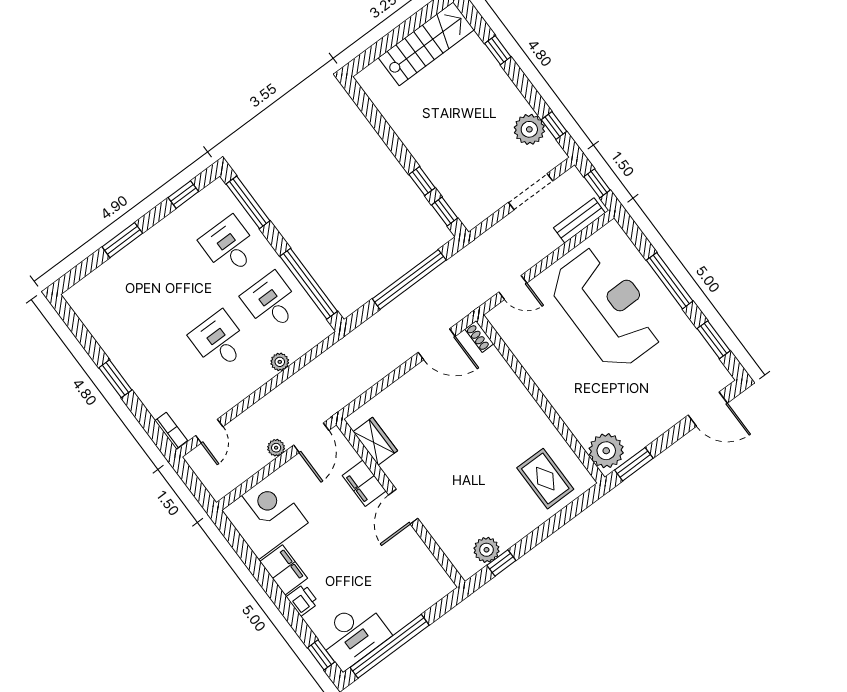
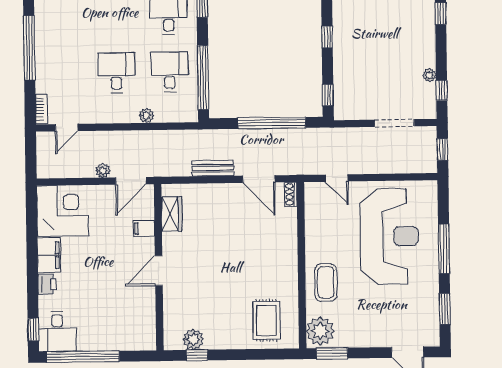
plant: (529, 129) -> (429, 75), width x0.53, depth x0.53
window: (422, 181) -> (327, 37), moved
bench: (579, 220) -> (213, 168), moved
window: (115, 379) -> (29, 48), width x2.11
coffee table: (577, 399) -> (326, 282), added
filing cabinet: (364, 483) -> (144, 228), width x0.50
desk: (353, 635) -> (57, 332), width x0.73

